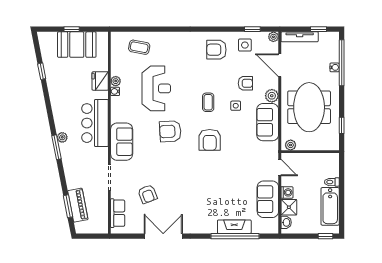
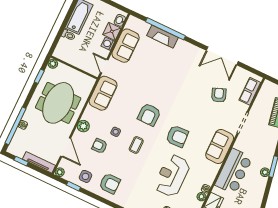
sofa: (268, 122) -> (103, 93), moved
armchair: (210, 140) -> (149, 115), turned 180
plant: (291, 145) -> (53, 64), moved

